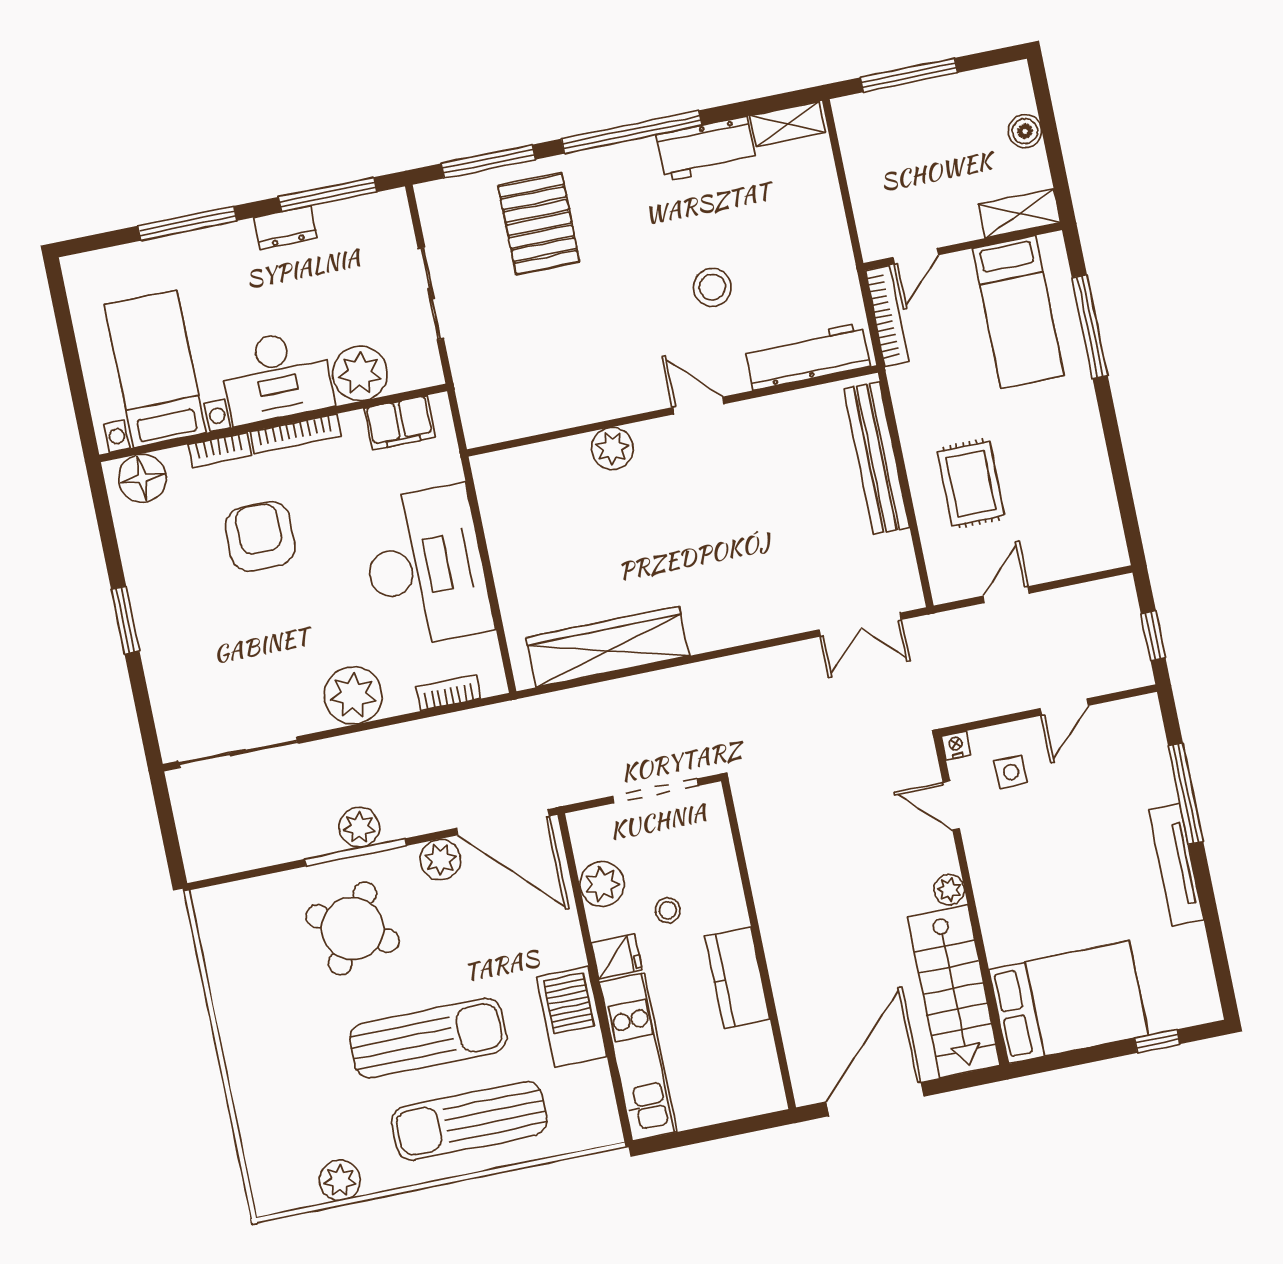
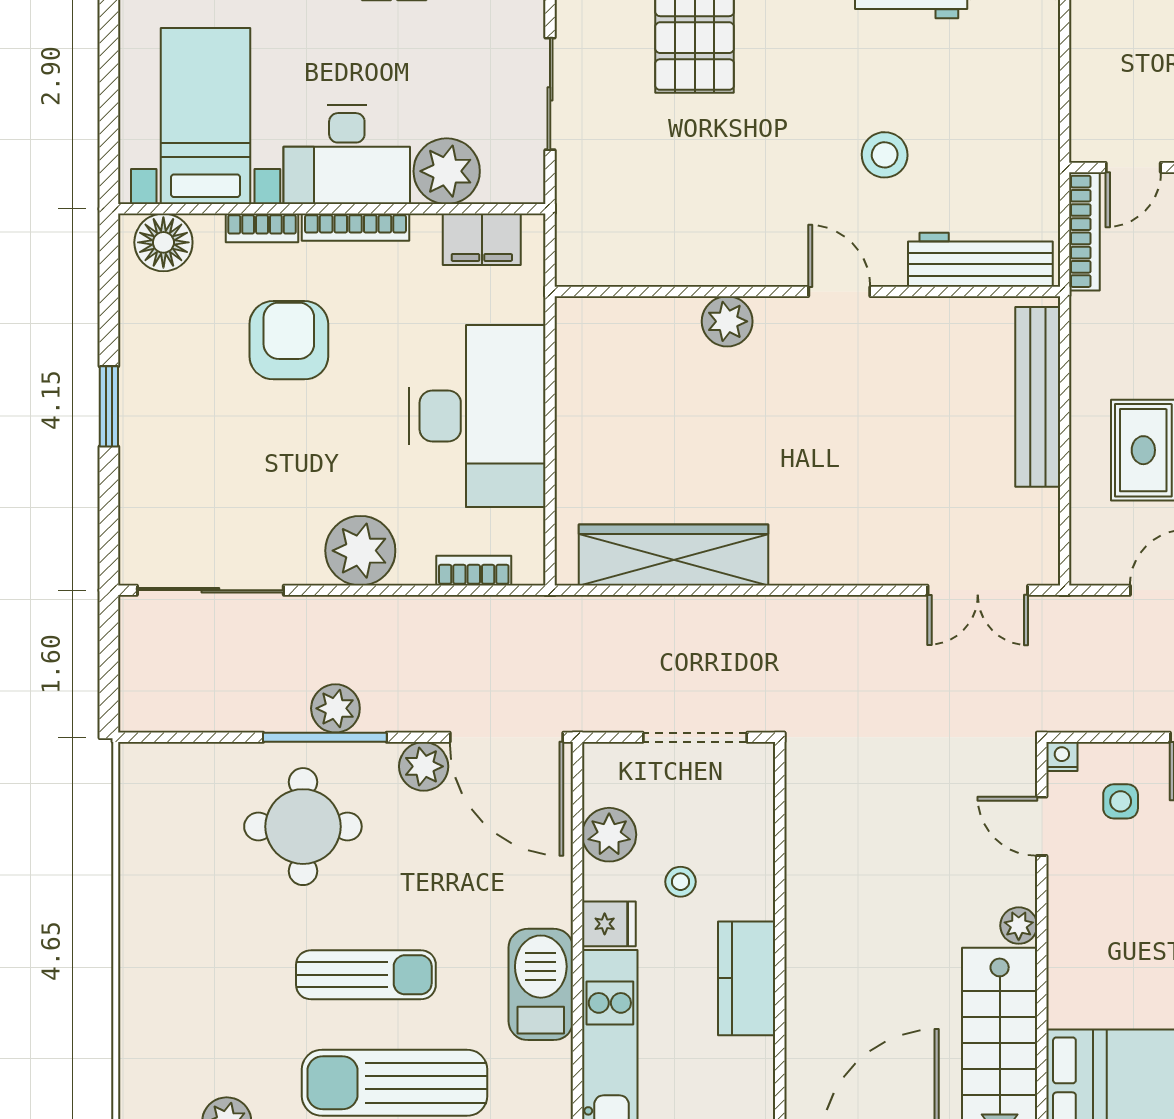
round table: (353, 928) -> (303, 827), turned -31
sun lounger: (428, 1038) -> (366, 975), width x0.73, depth x0.75

